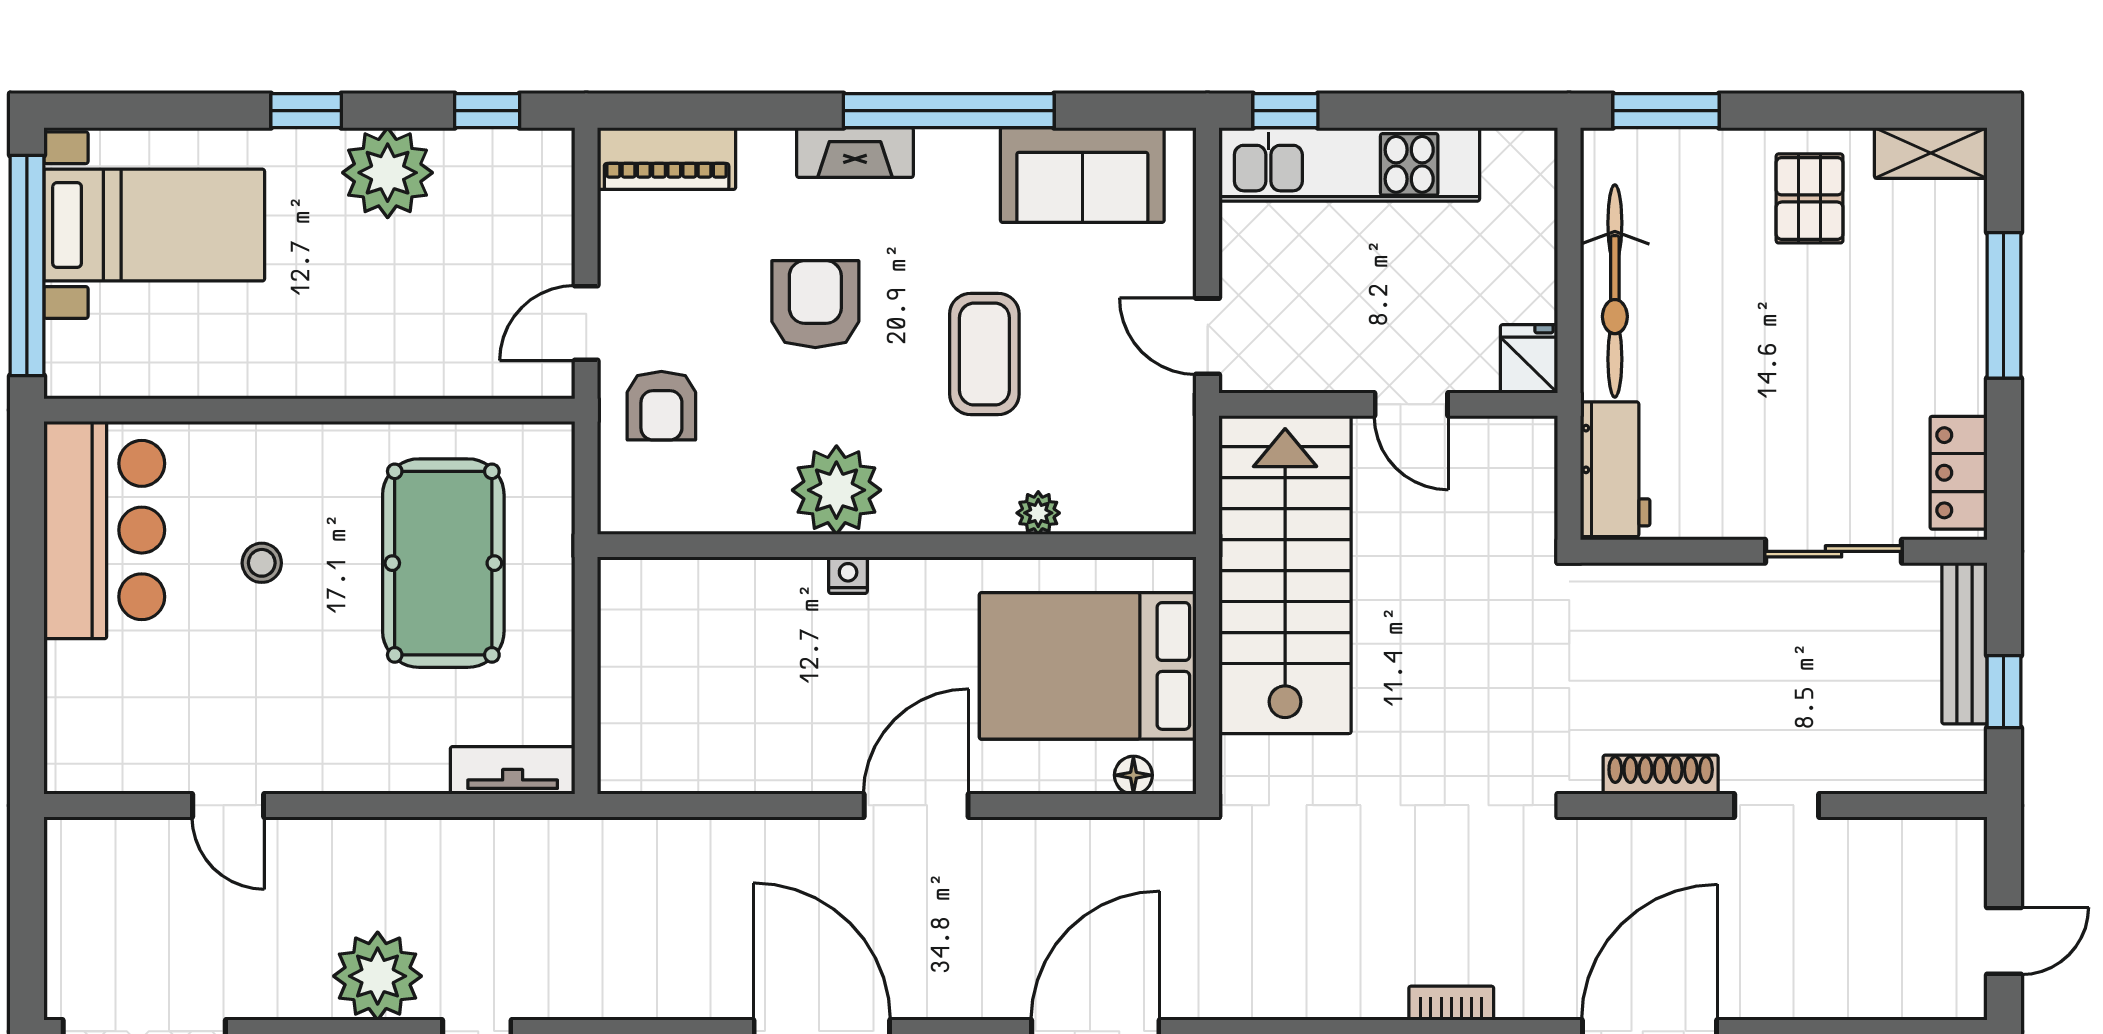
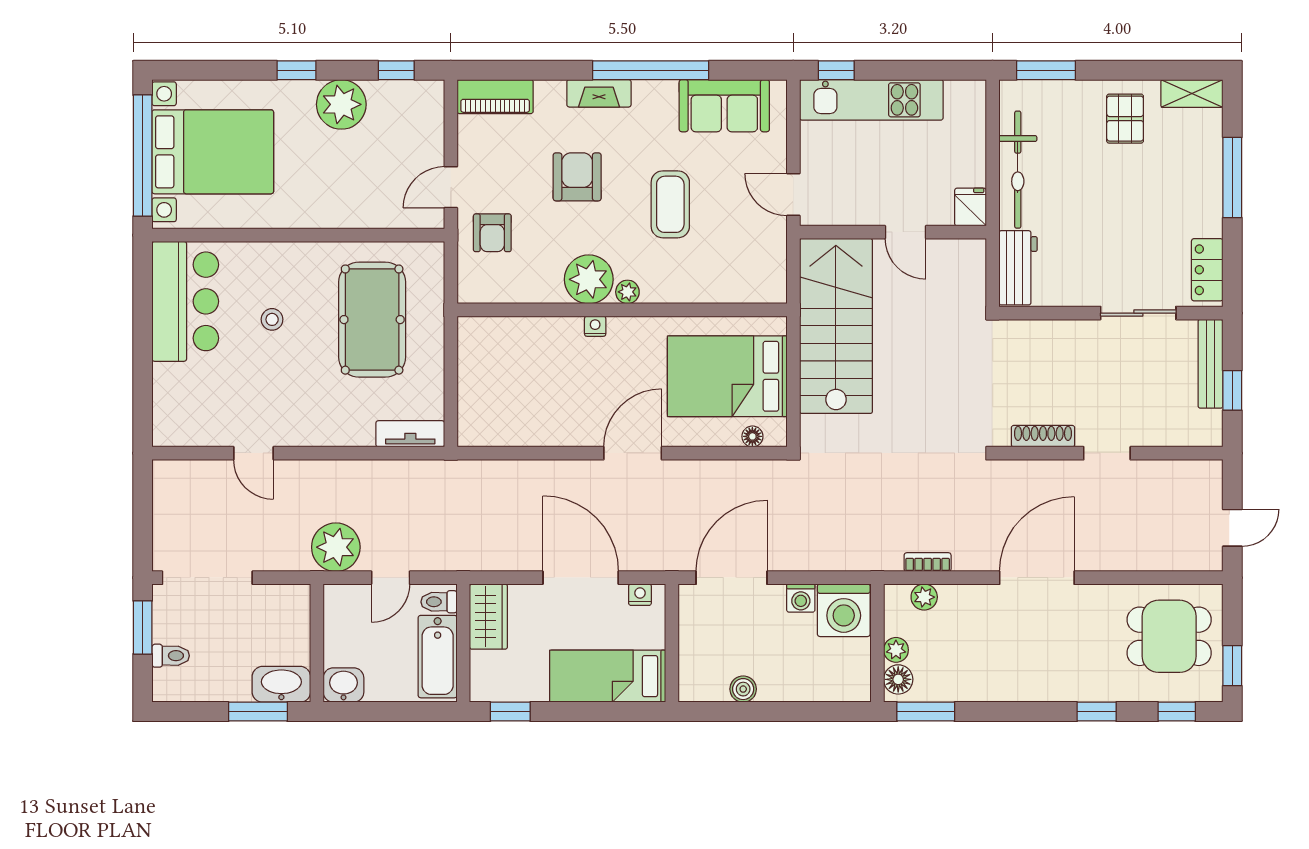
bed with nightstands: (154, 225) -> (213, 152), width x1.36
plant: (1038, 513) -> (627, 292), moved

